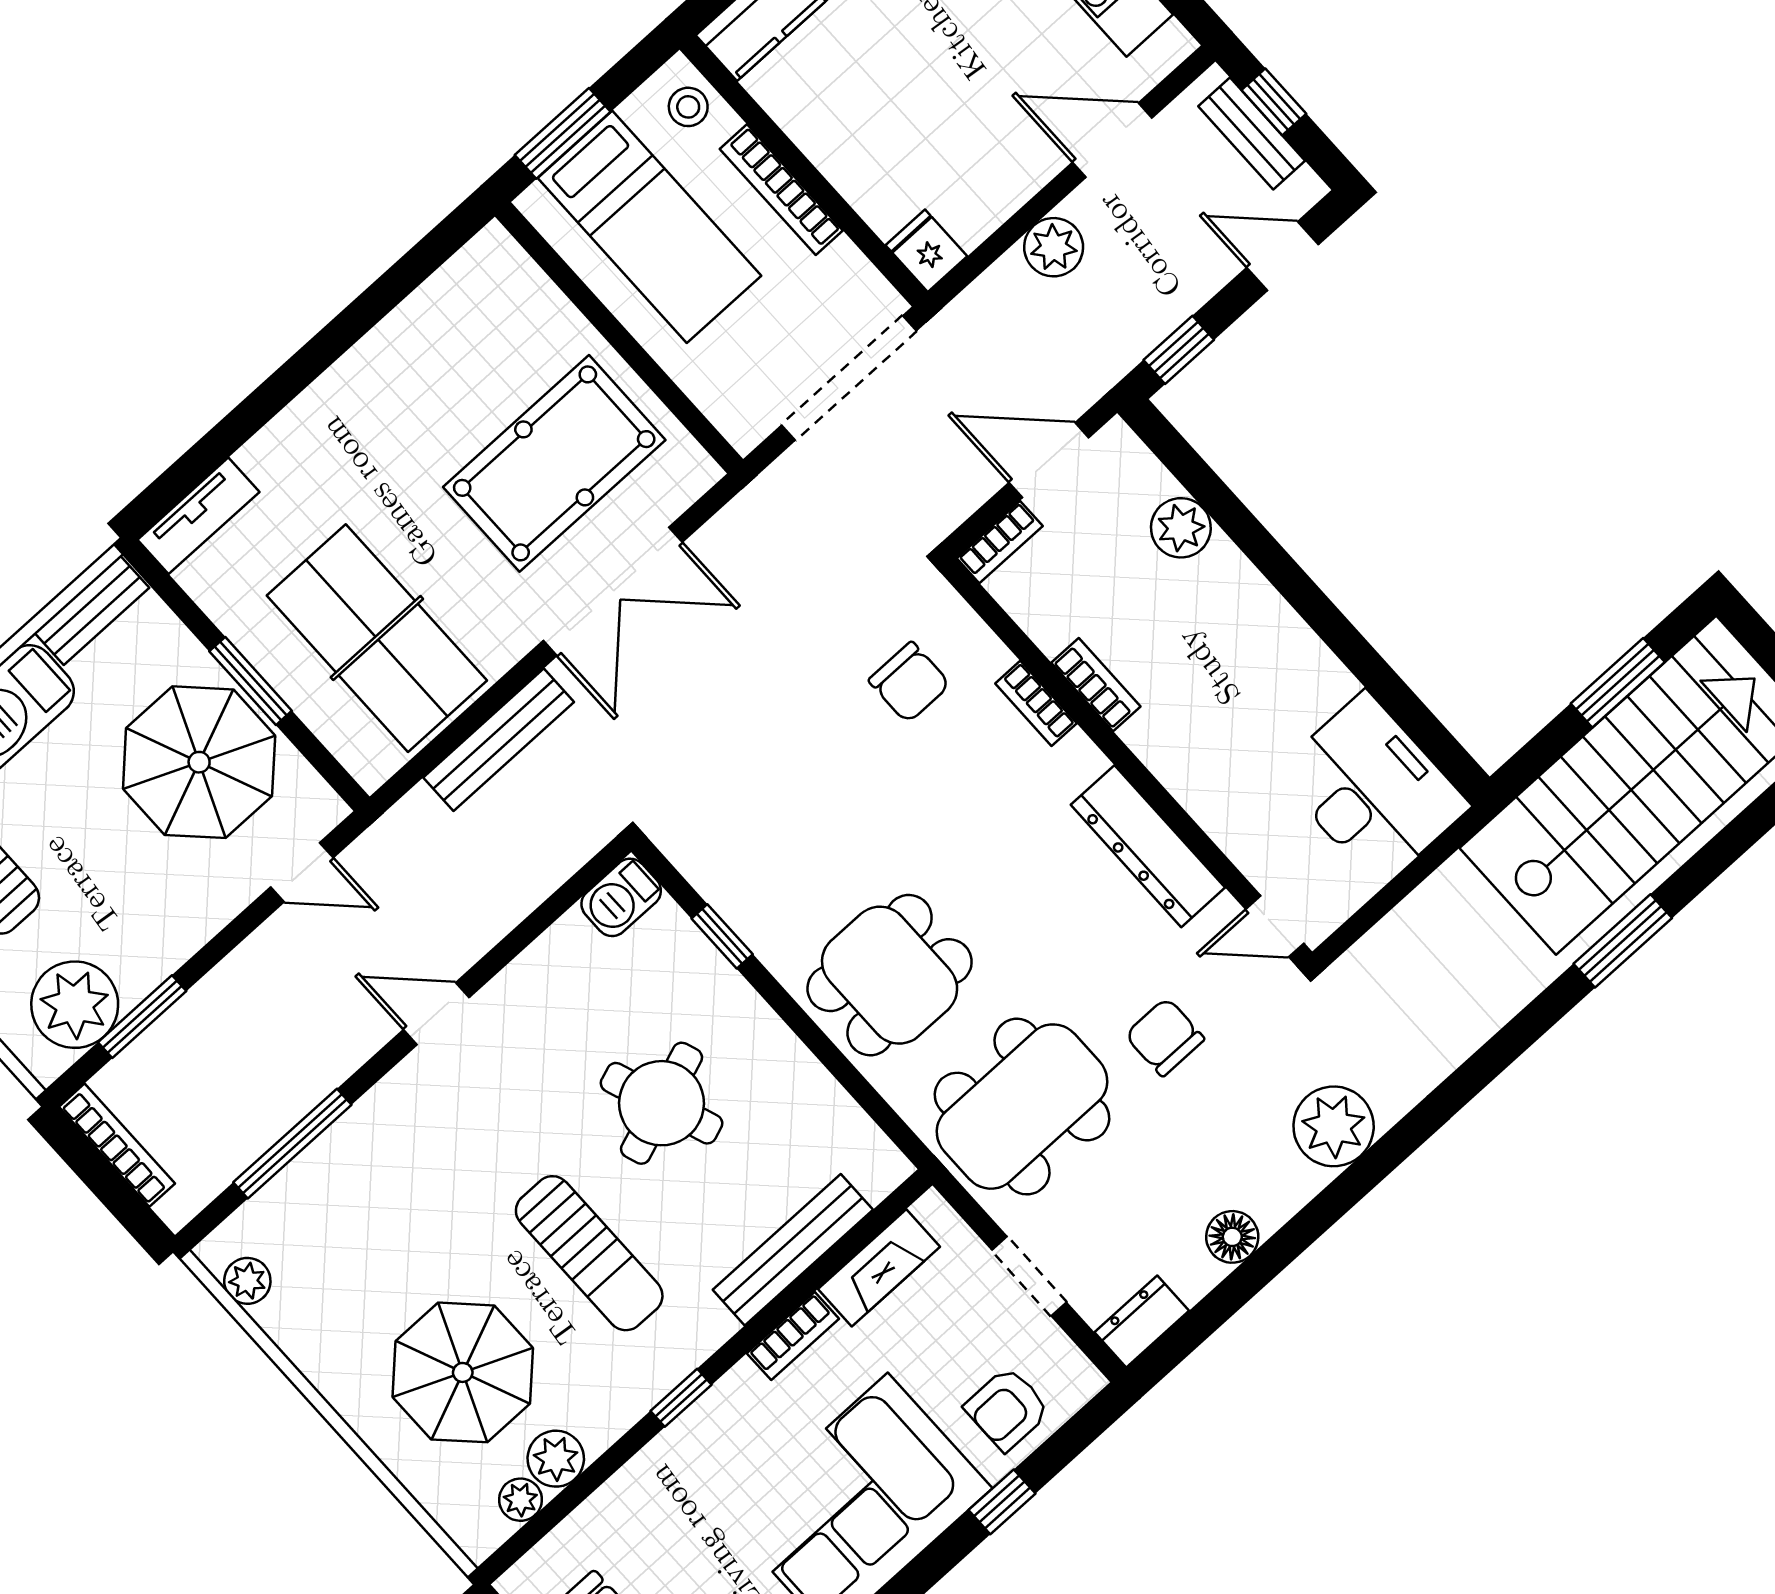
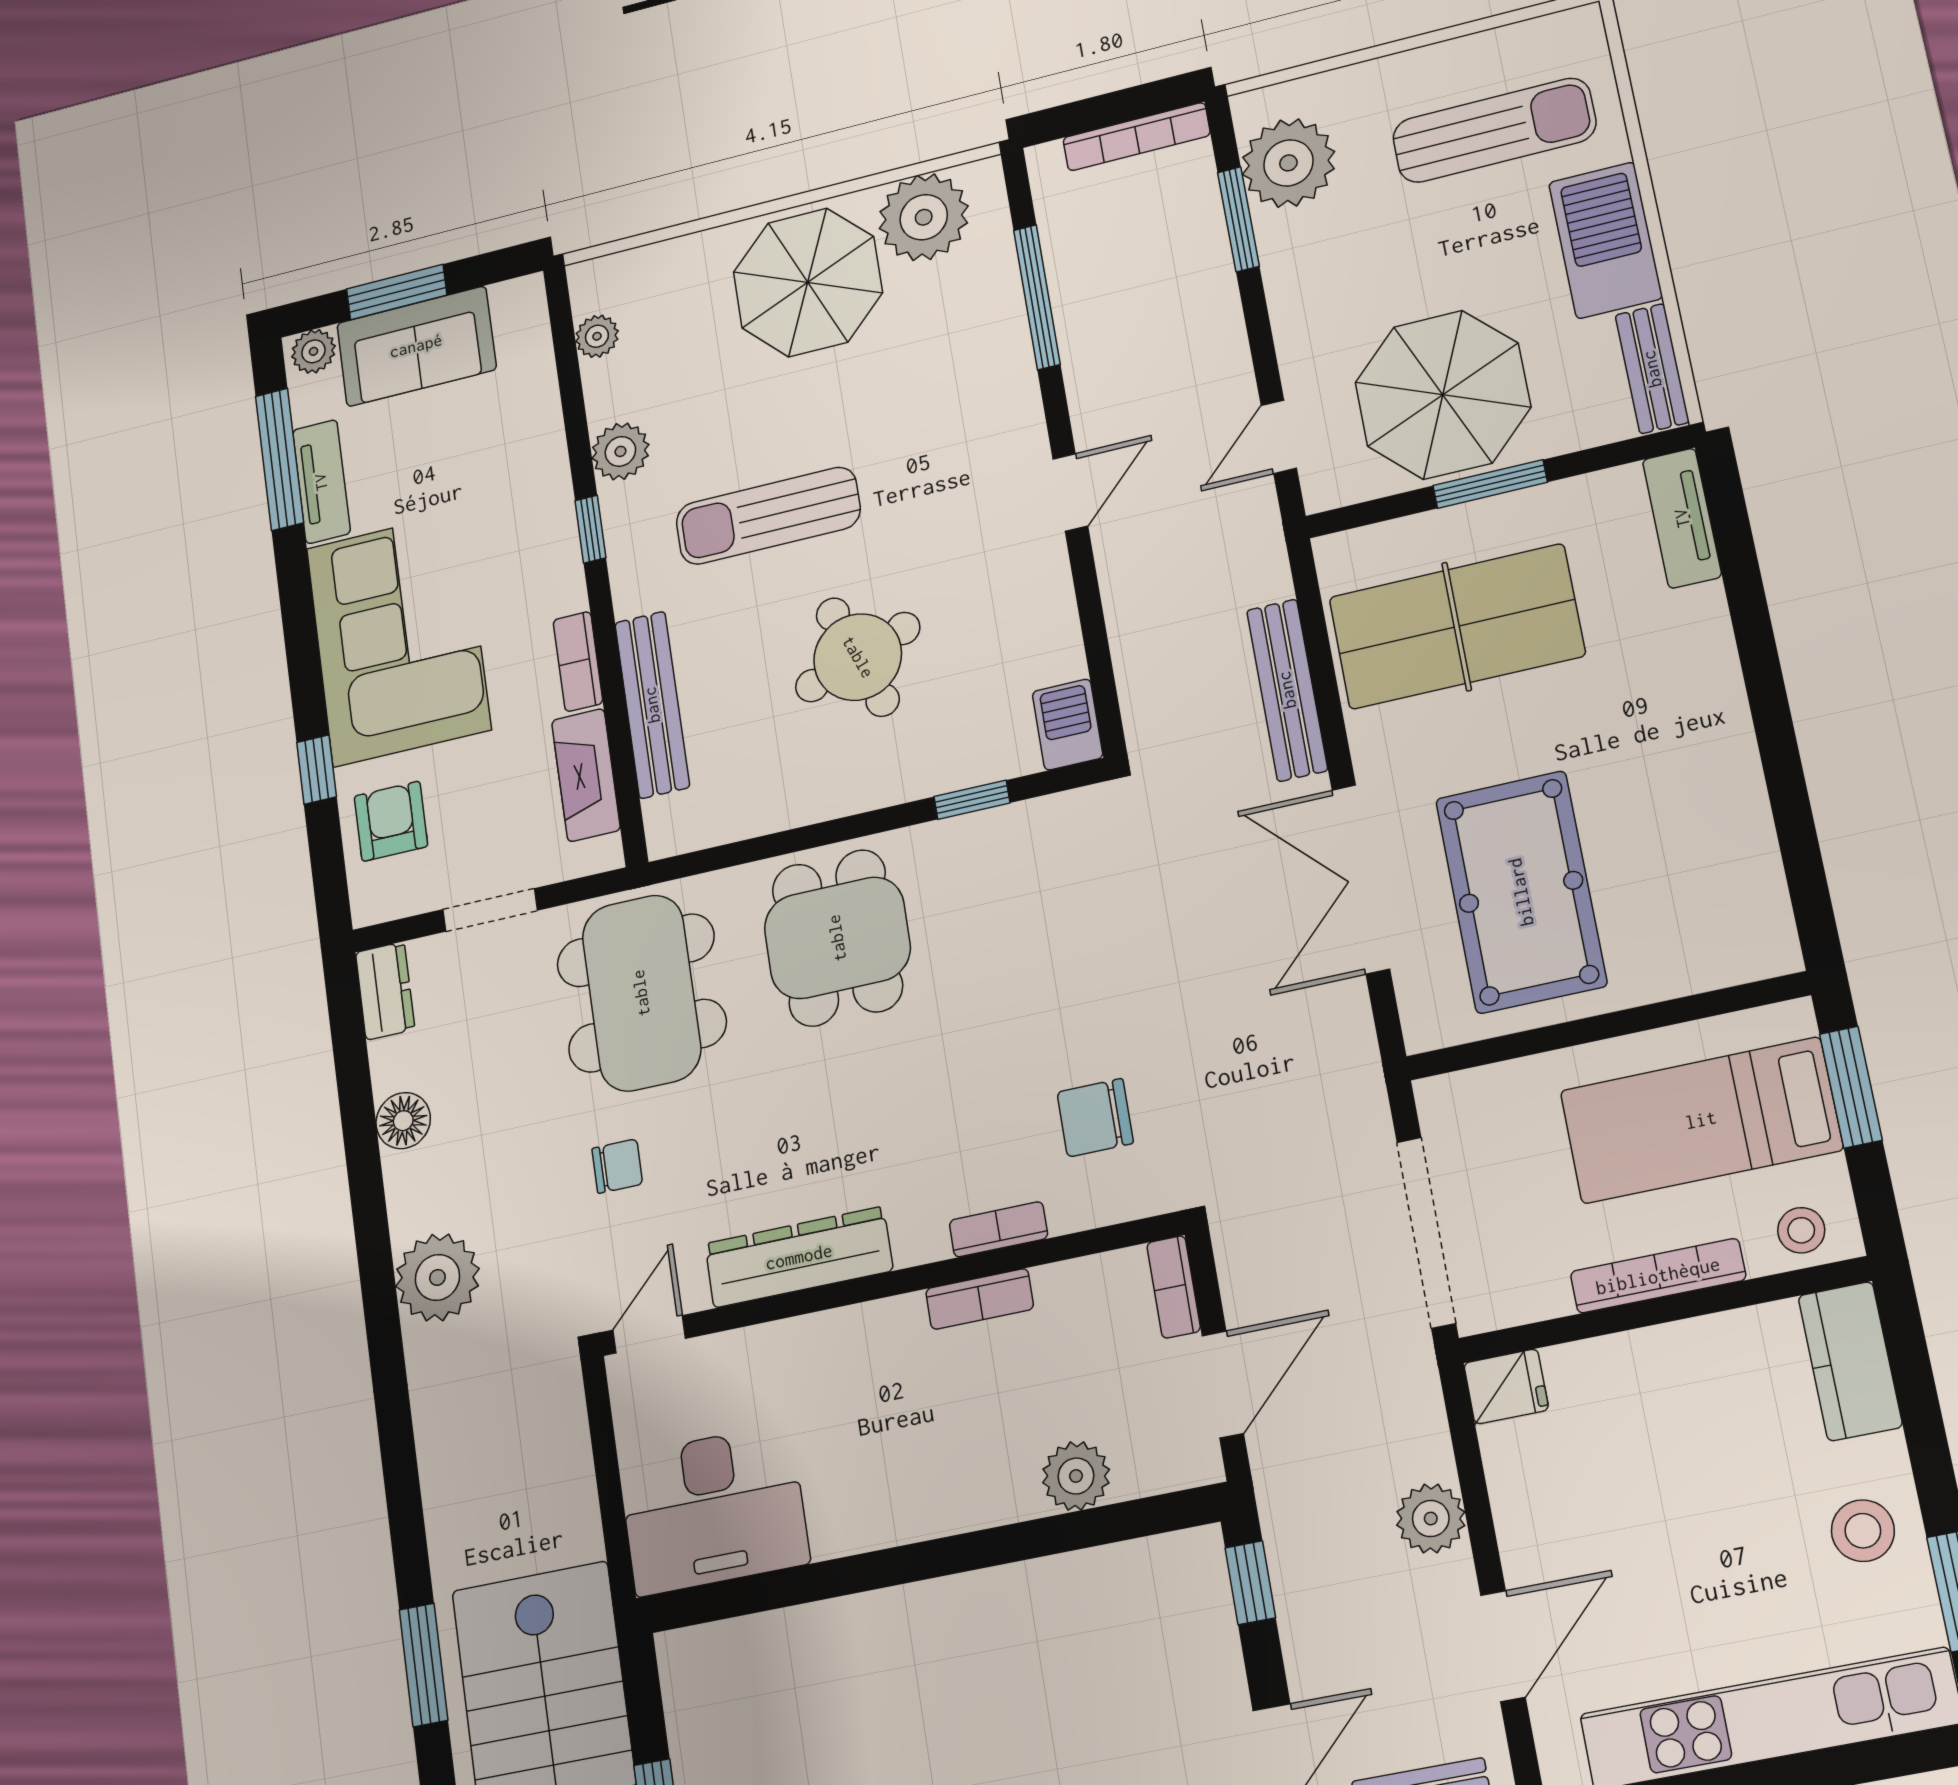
chair: (1165, 1037) -> (617, 1166), width x0.73, depth x0.73
plant: (247, 1281) -> (924, 217), width x1.88, depth x1.88
parasol: (463, 1372) -> (808, 282), moved
plant: (556, 1459) -> (620, 451), moved

